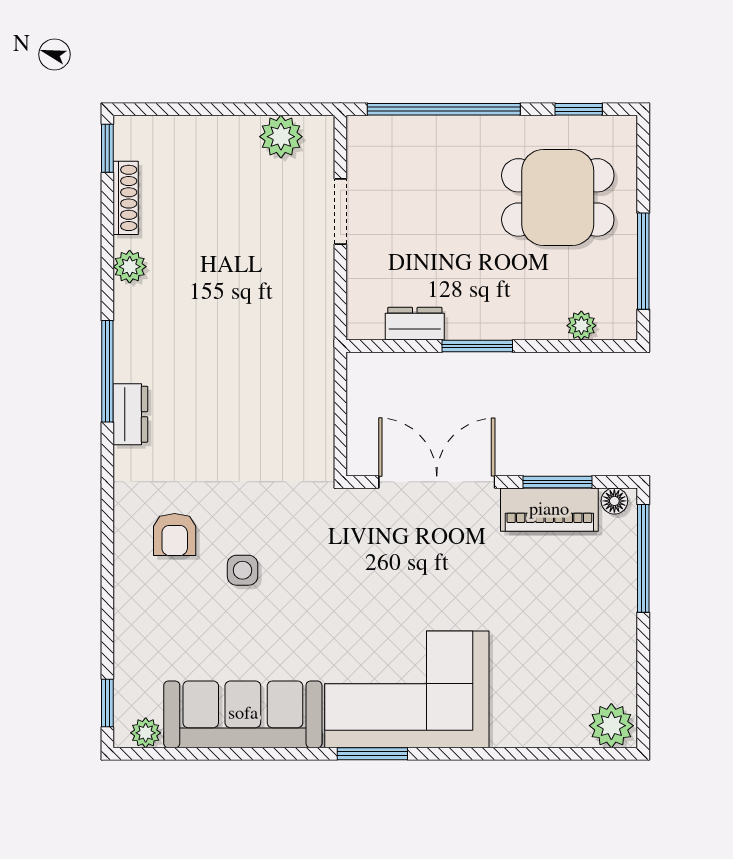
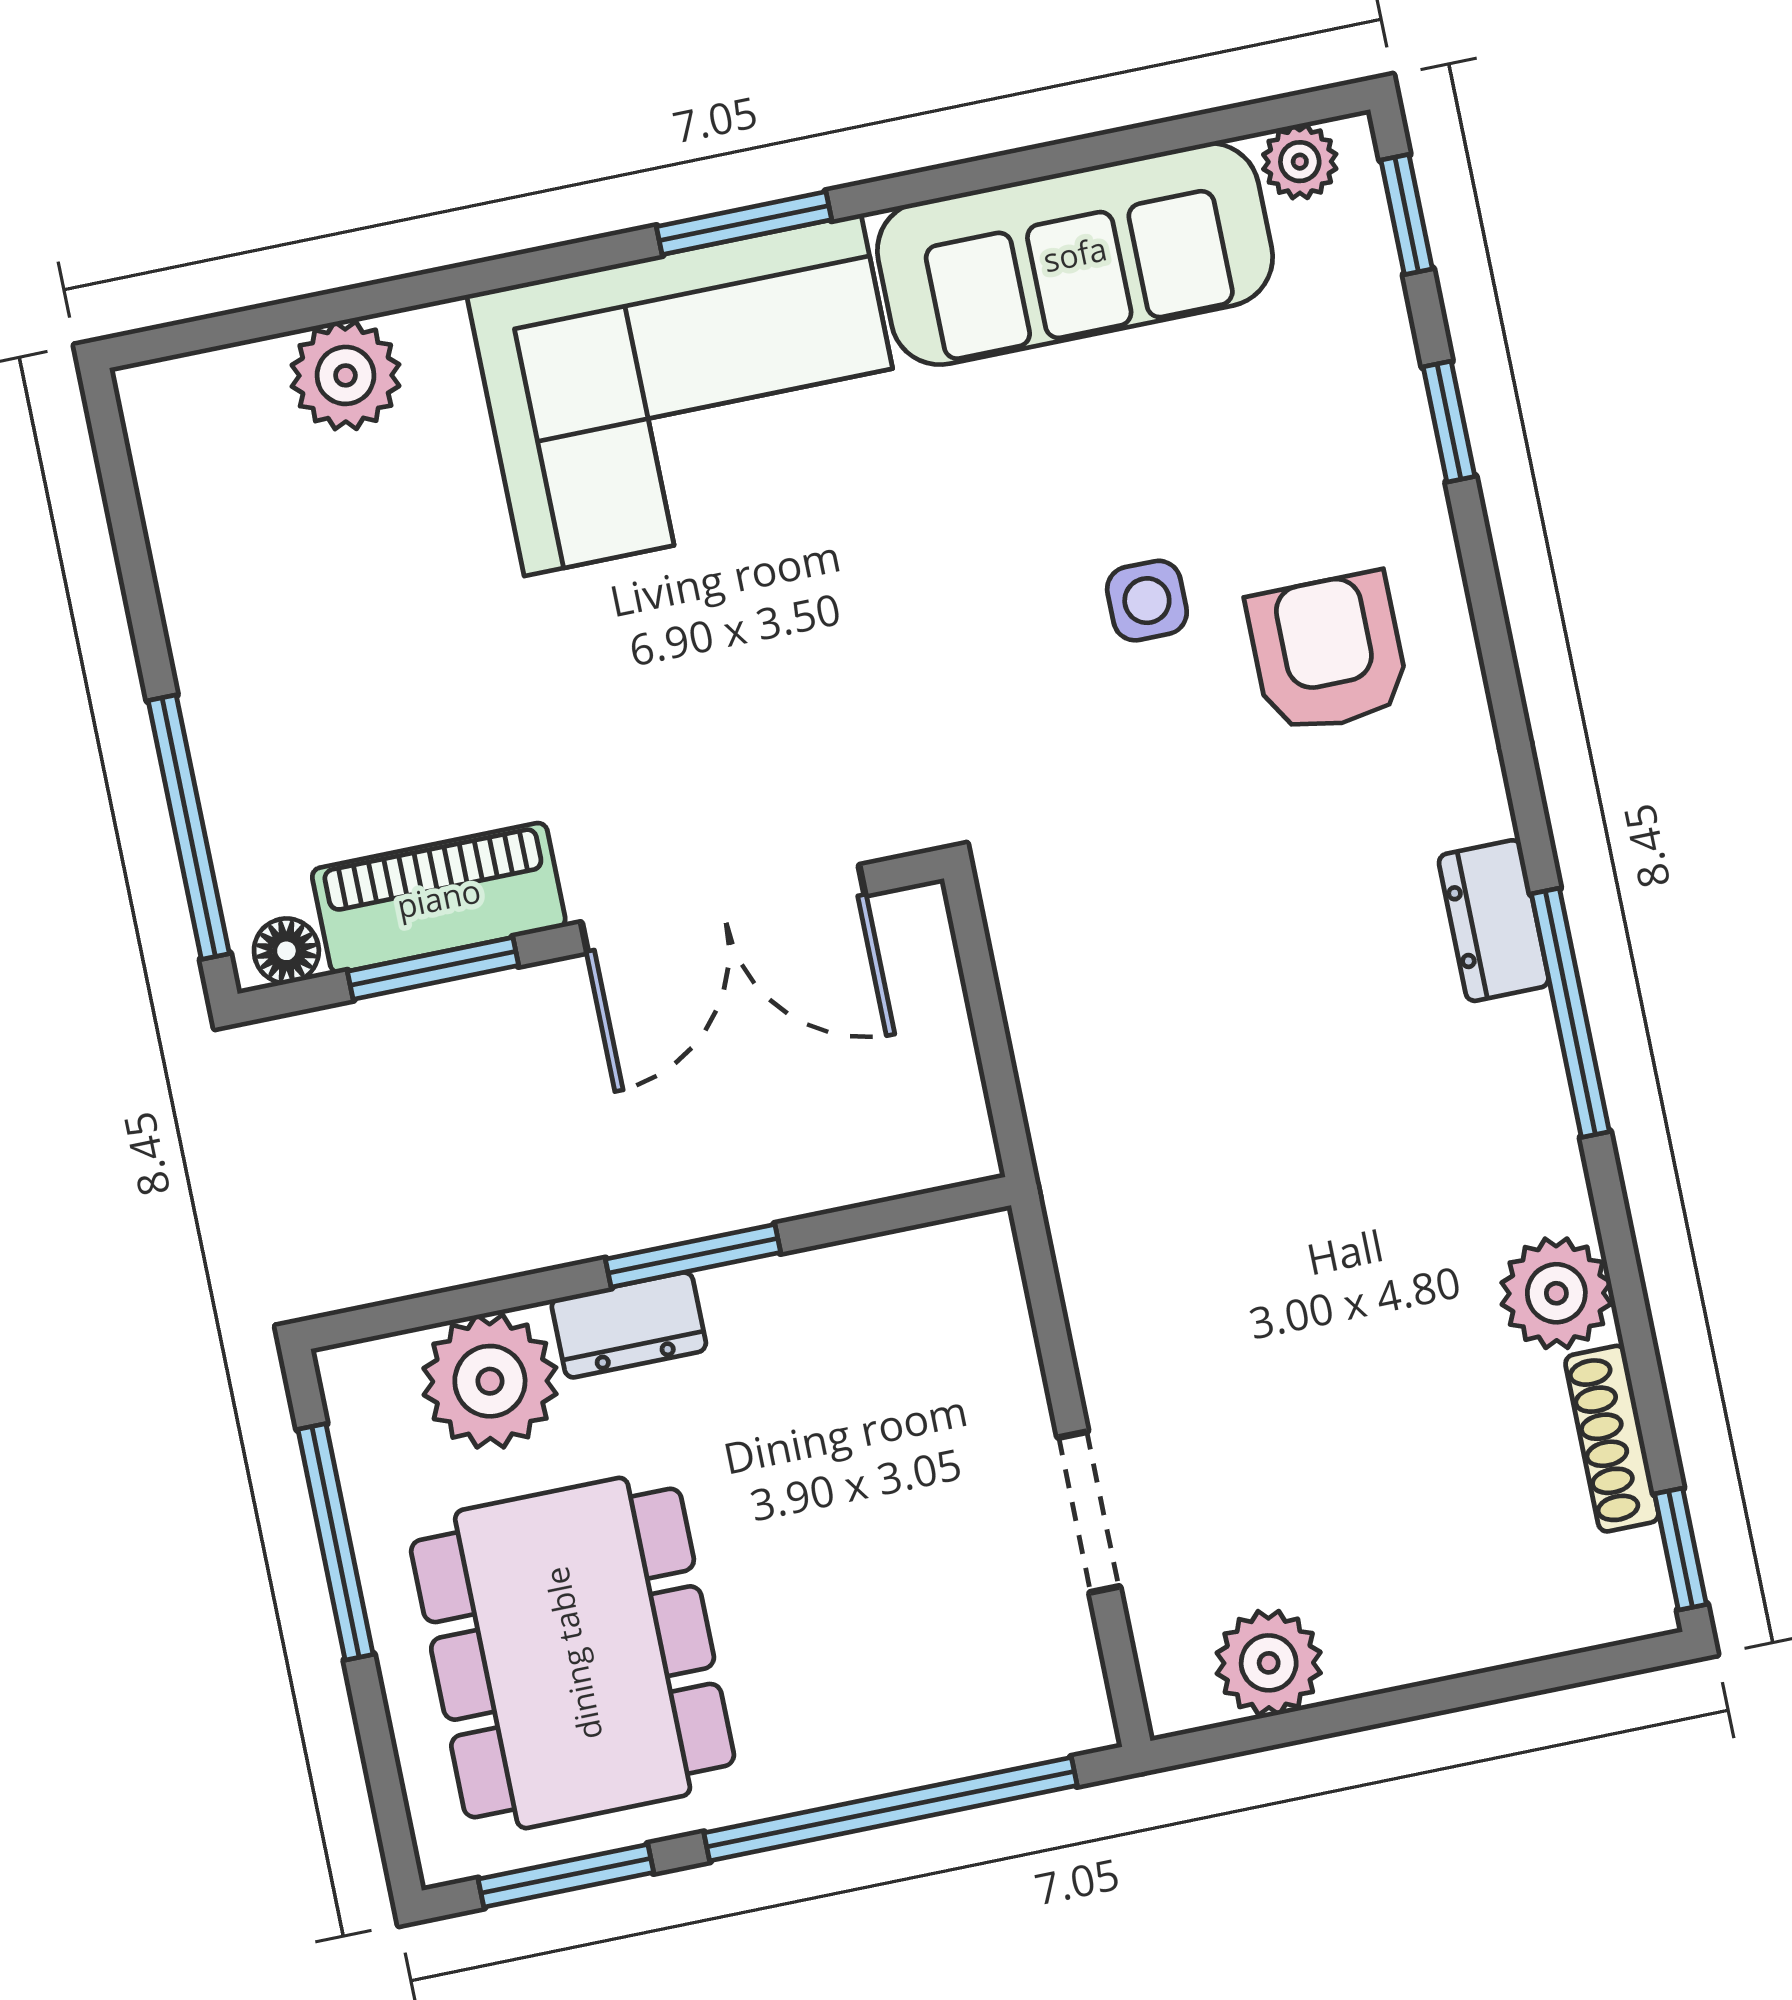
window: (579, 109) -> (566, 1876), width x1.50
dining table: (558, 197) -> (573, 1653), width x1.37
plant: (130, 267) -> (1556, 1293), width x1.38, depth x1.38
dresser: (415, 324) -> (629, 1325), moved
plant: (581, 326) -> (490, 1381), width x1.87, depth x1.87
armchair: (175, 535) -> (1328, 653), width x1.38, depth x1.38
window: (107, 617) -> (1449, 422), added
plant: (611, 726) -> (345, 375), moved

